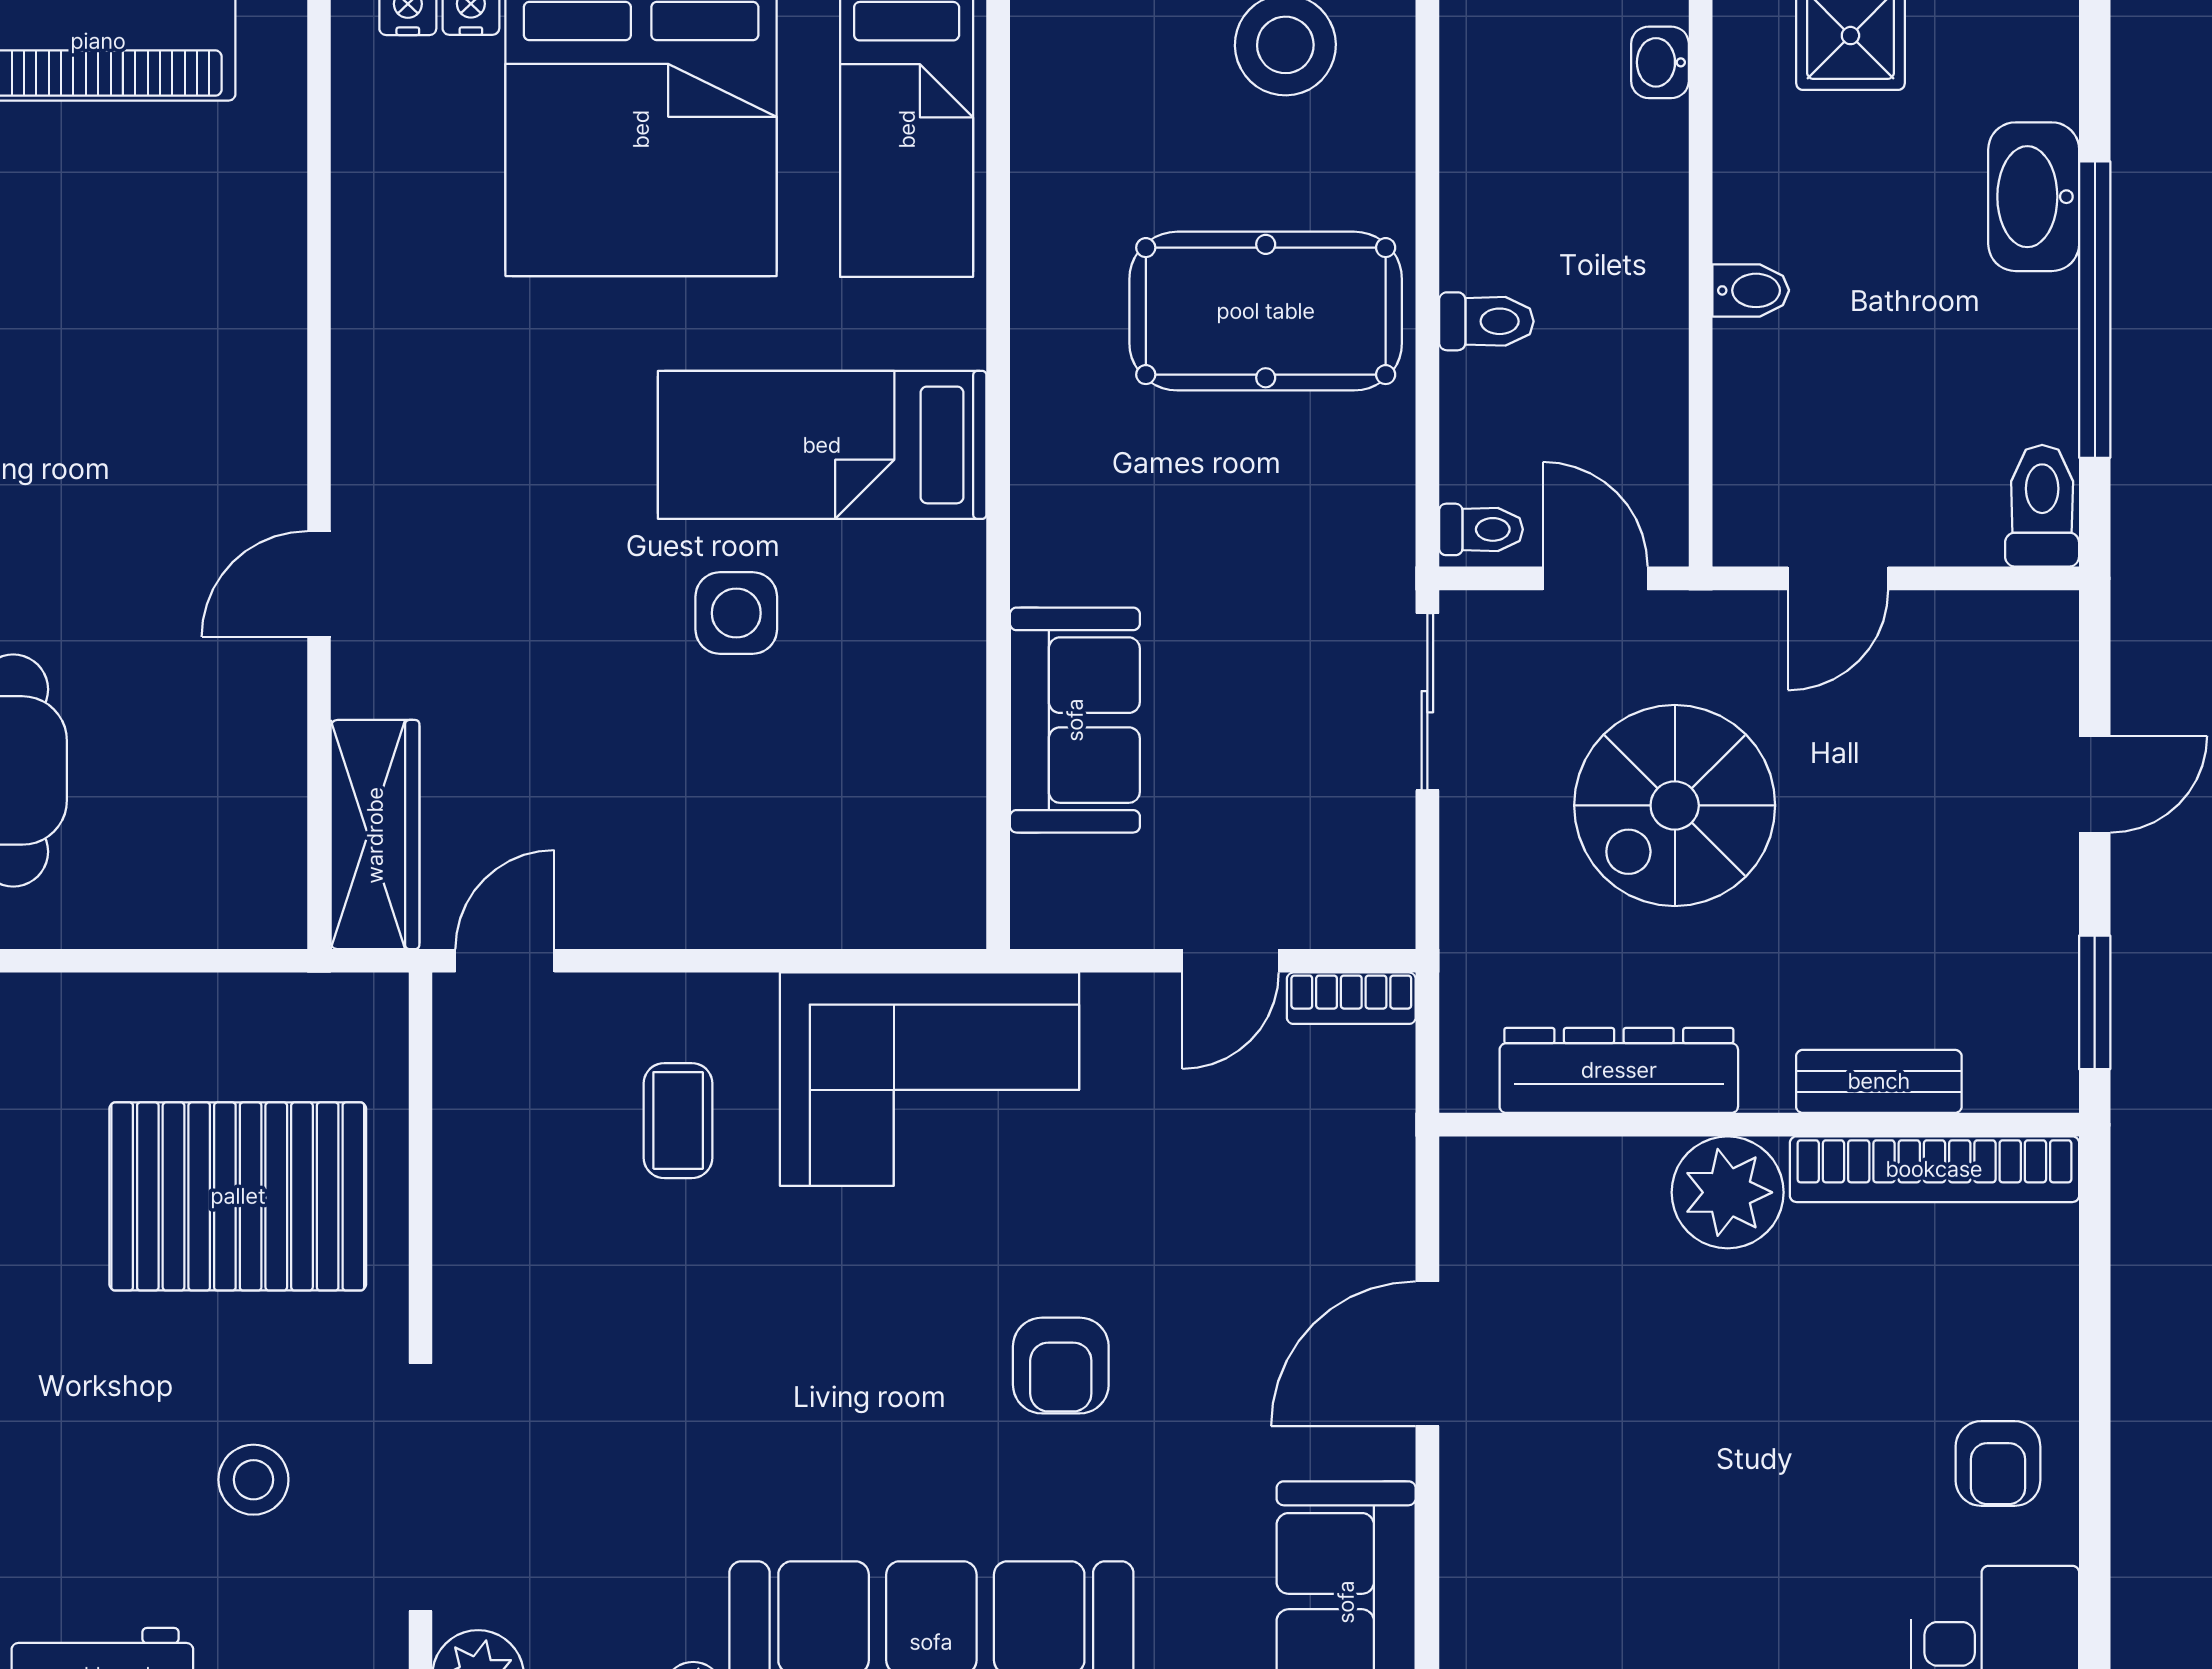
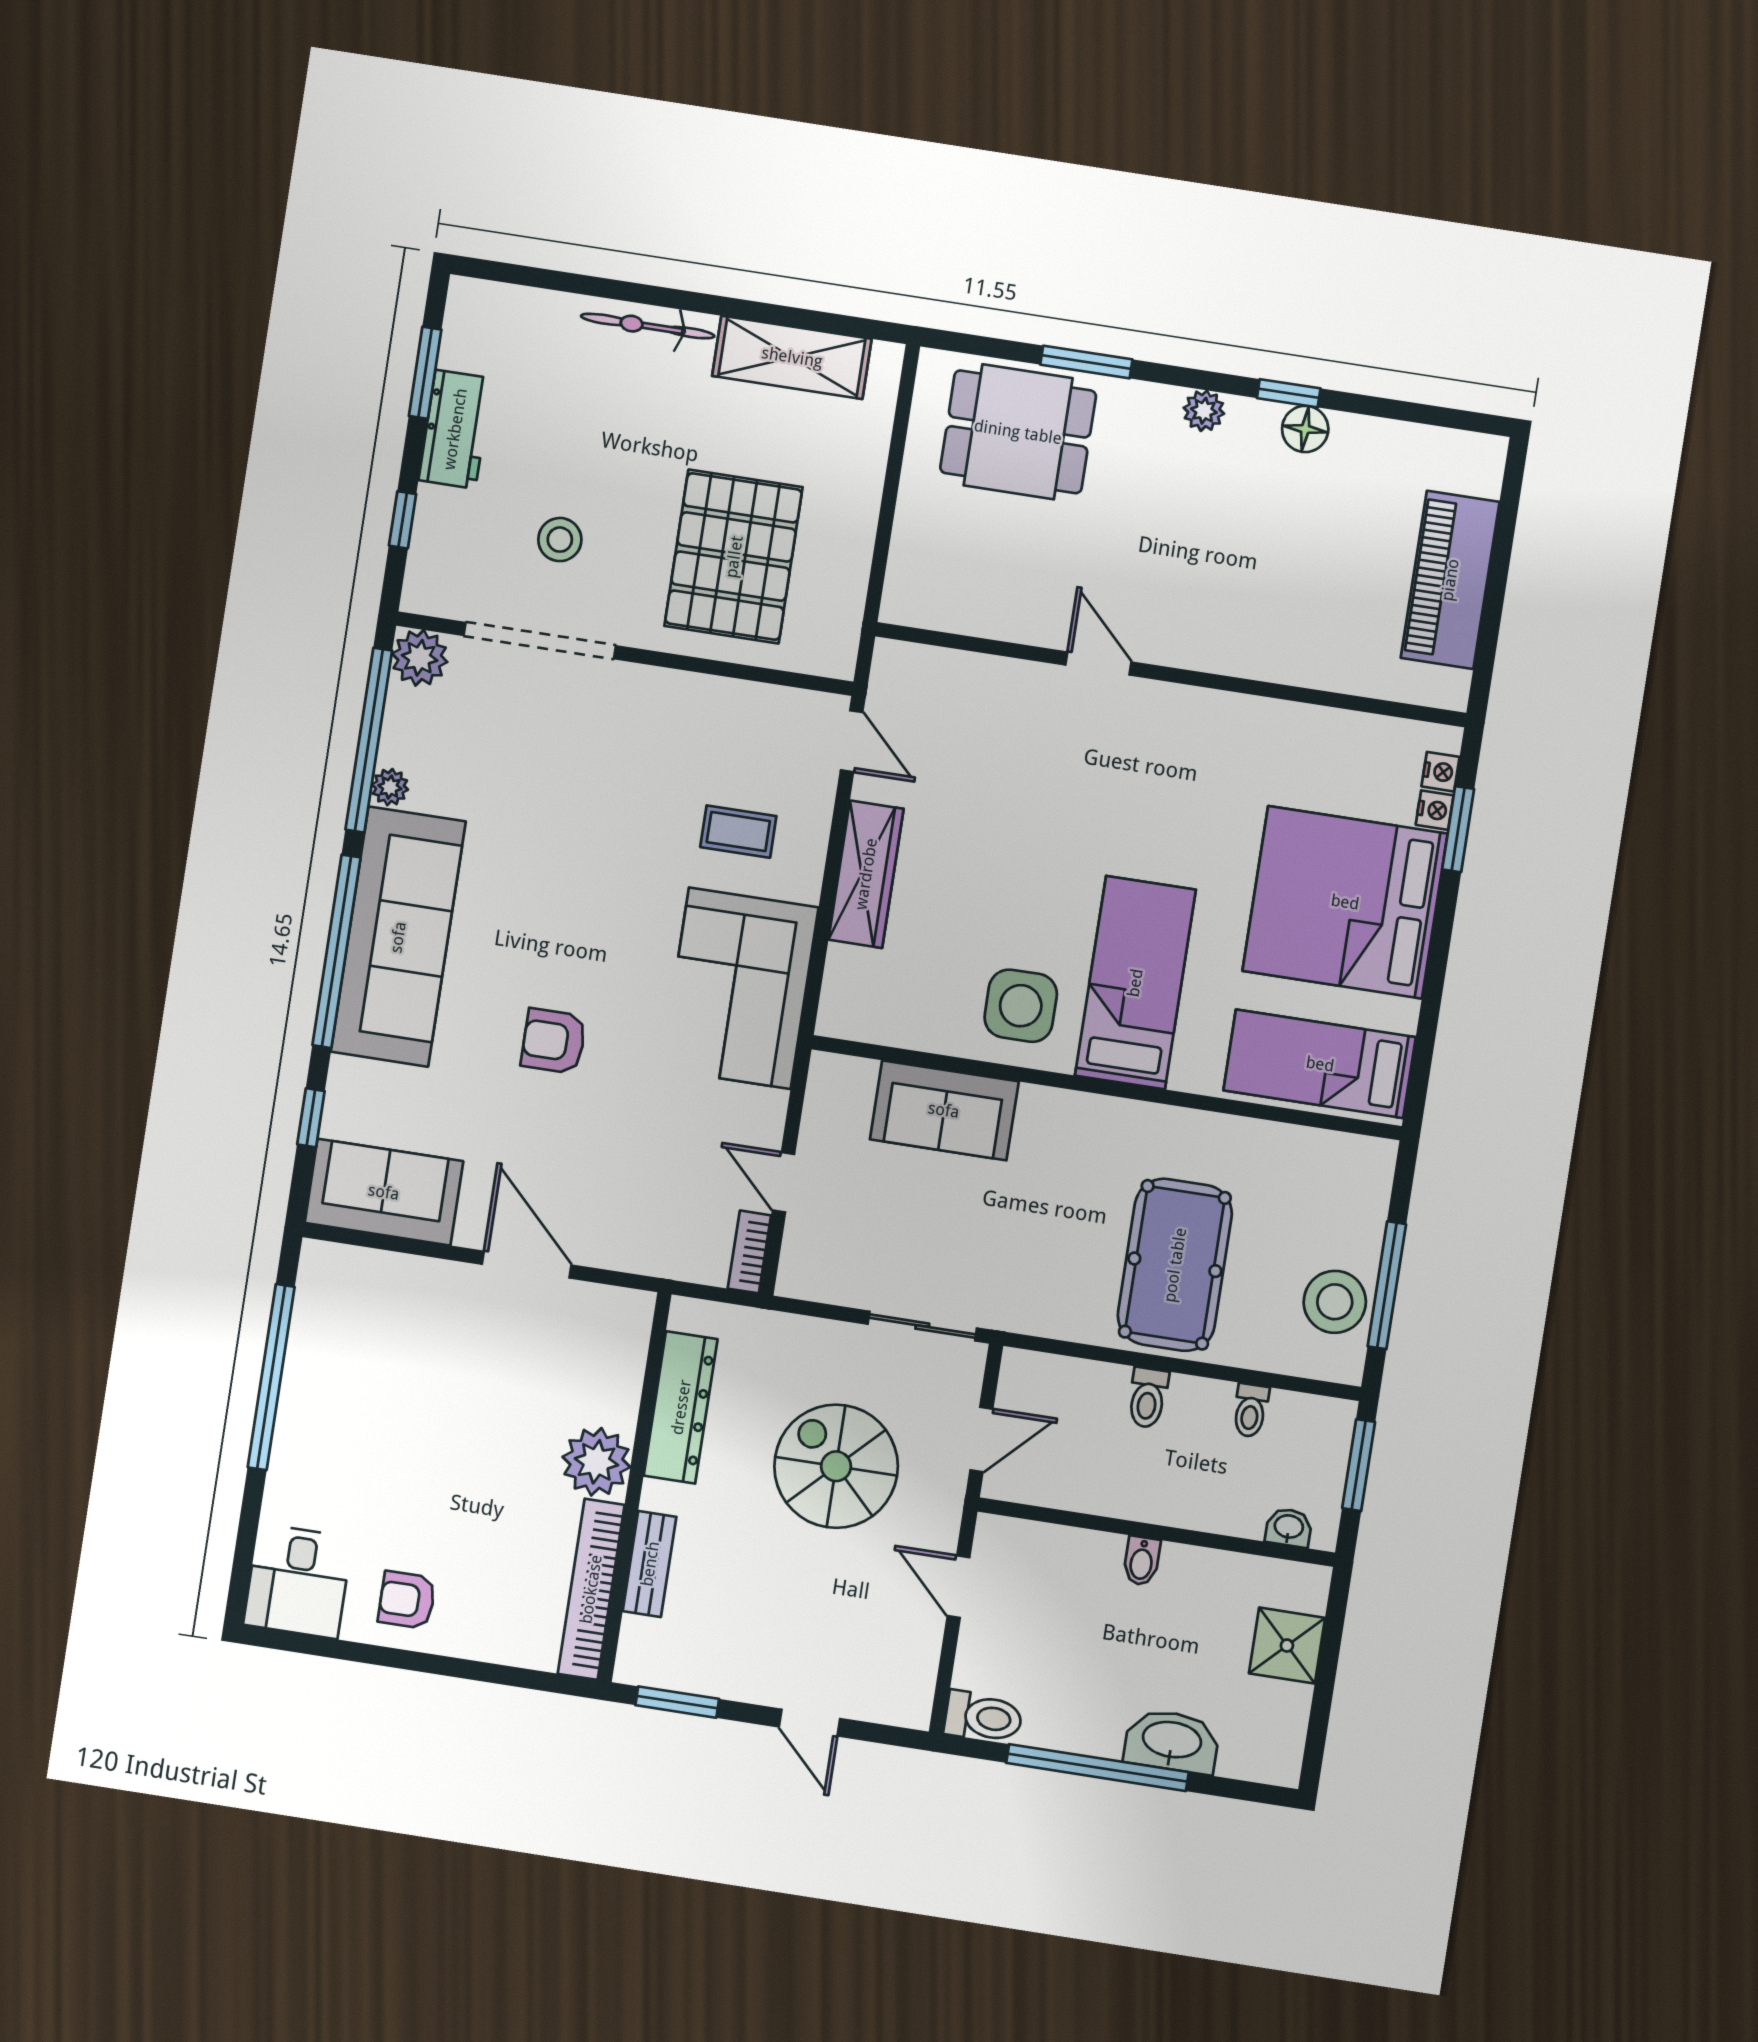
toilet: (1481, 529) -> (1250, 1410), moved
side table: (736, 613) -> (1021, 1006), moved, width x1.37, depth x1.37
wardrobe: (375, 835) -> (866, 874), moved, turned -90

